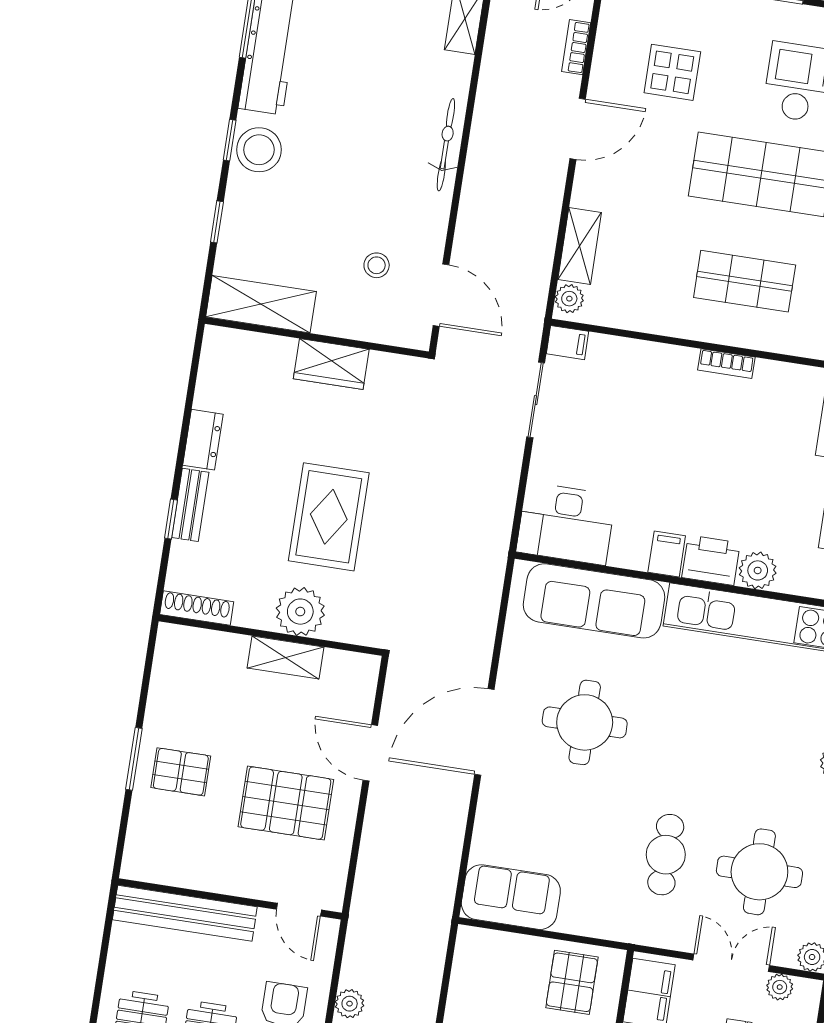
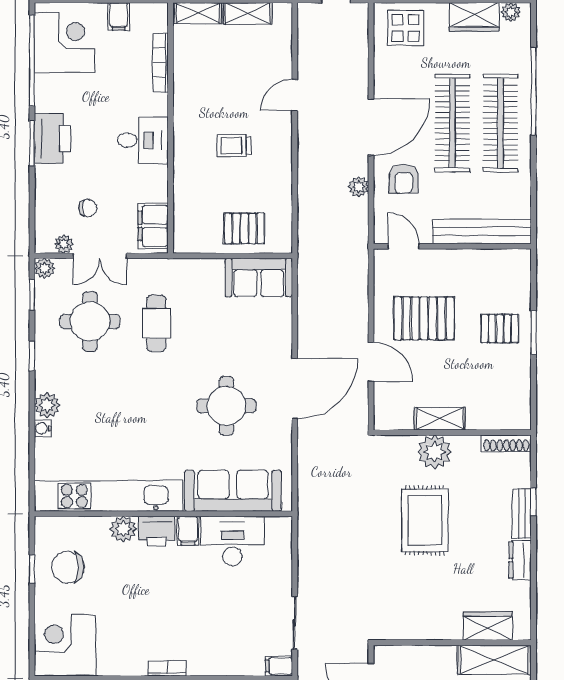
wardrobe: (331, 364) -> (488, 626), moved
desk: (566, 524) -> (232, 541), moved
pallet: (572, 982) -> (244, 228), moved, turned 90

